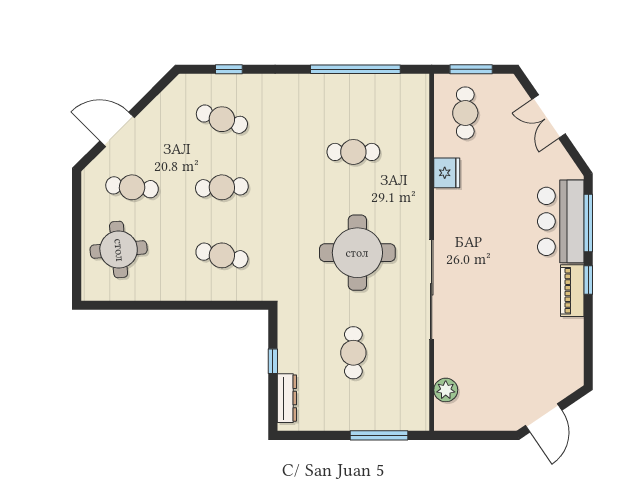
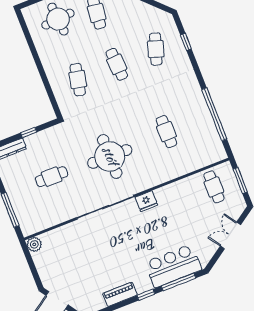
cafe table: (465, 113) -> (214, 187), turned 90
fridge: (447, 173) -> (146, 201), moved
piano: (572, 291) -> (120, 294), moved
plant: (446, 390) -> (34, 244), moved

